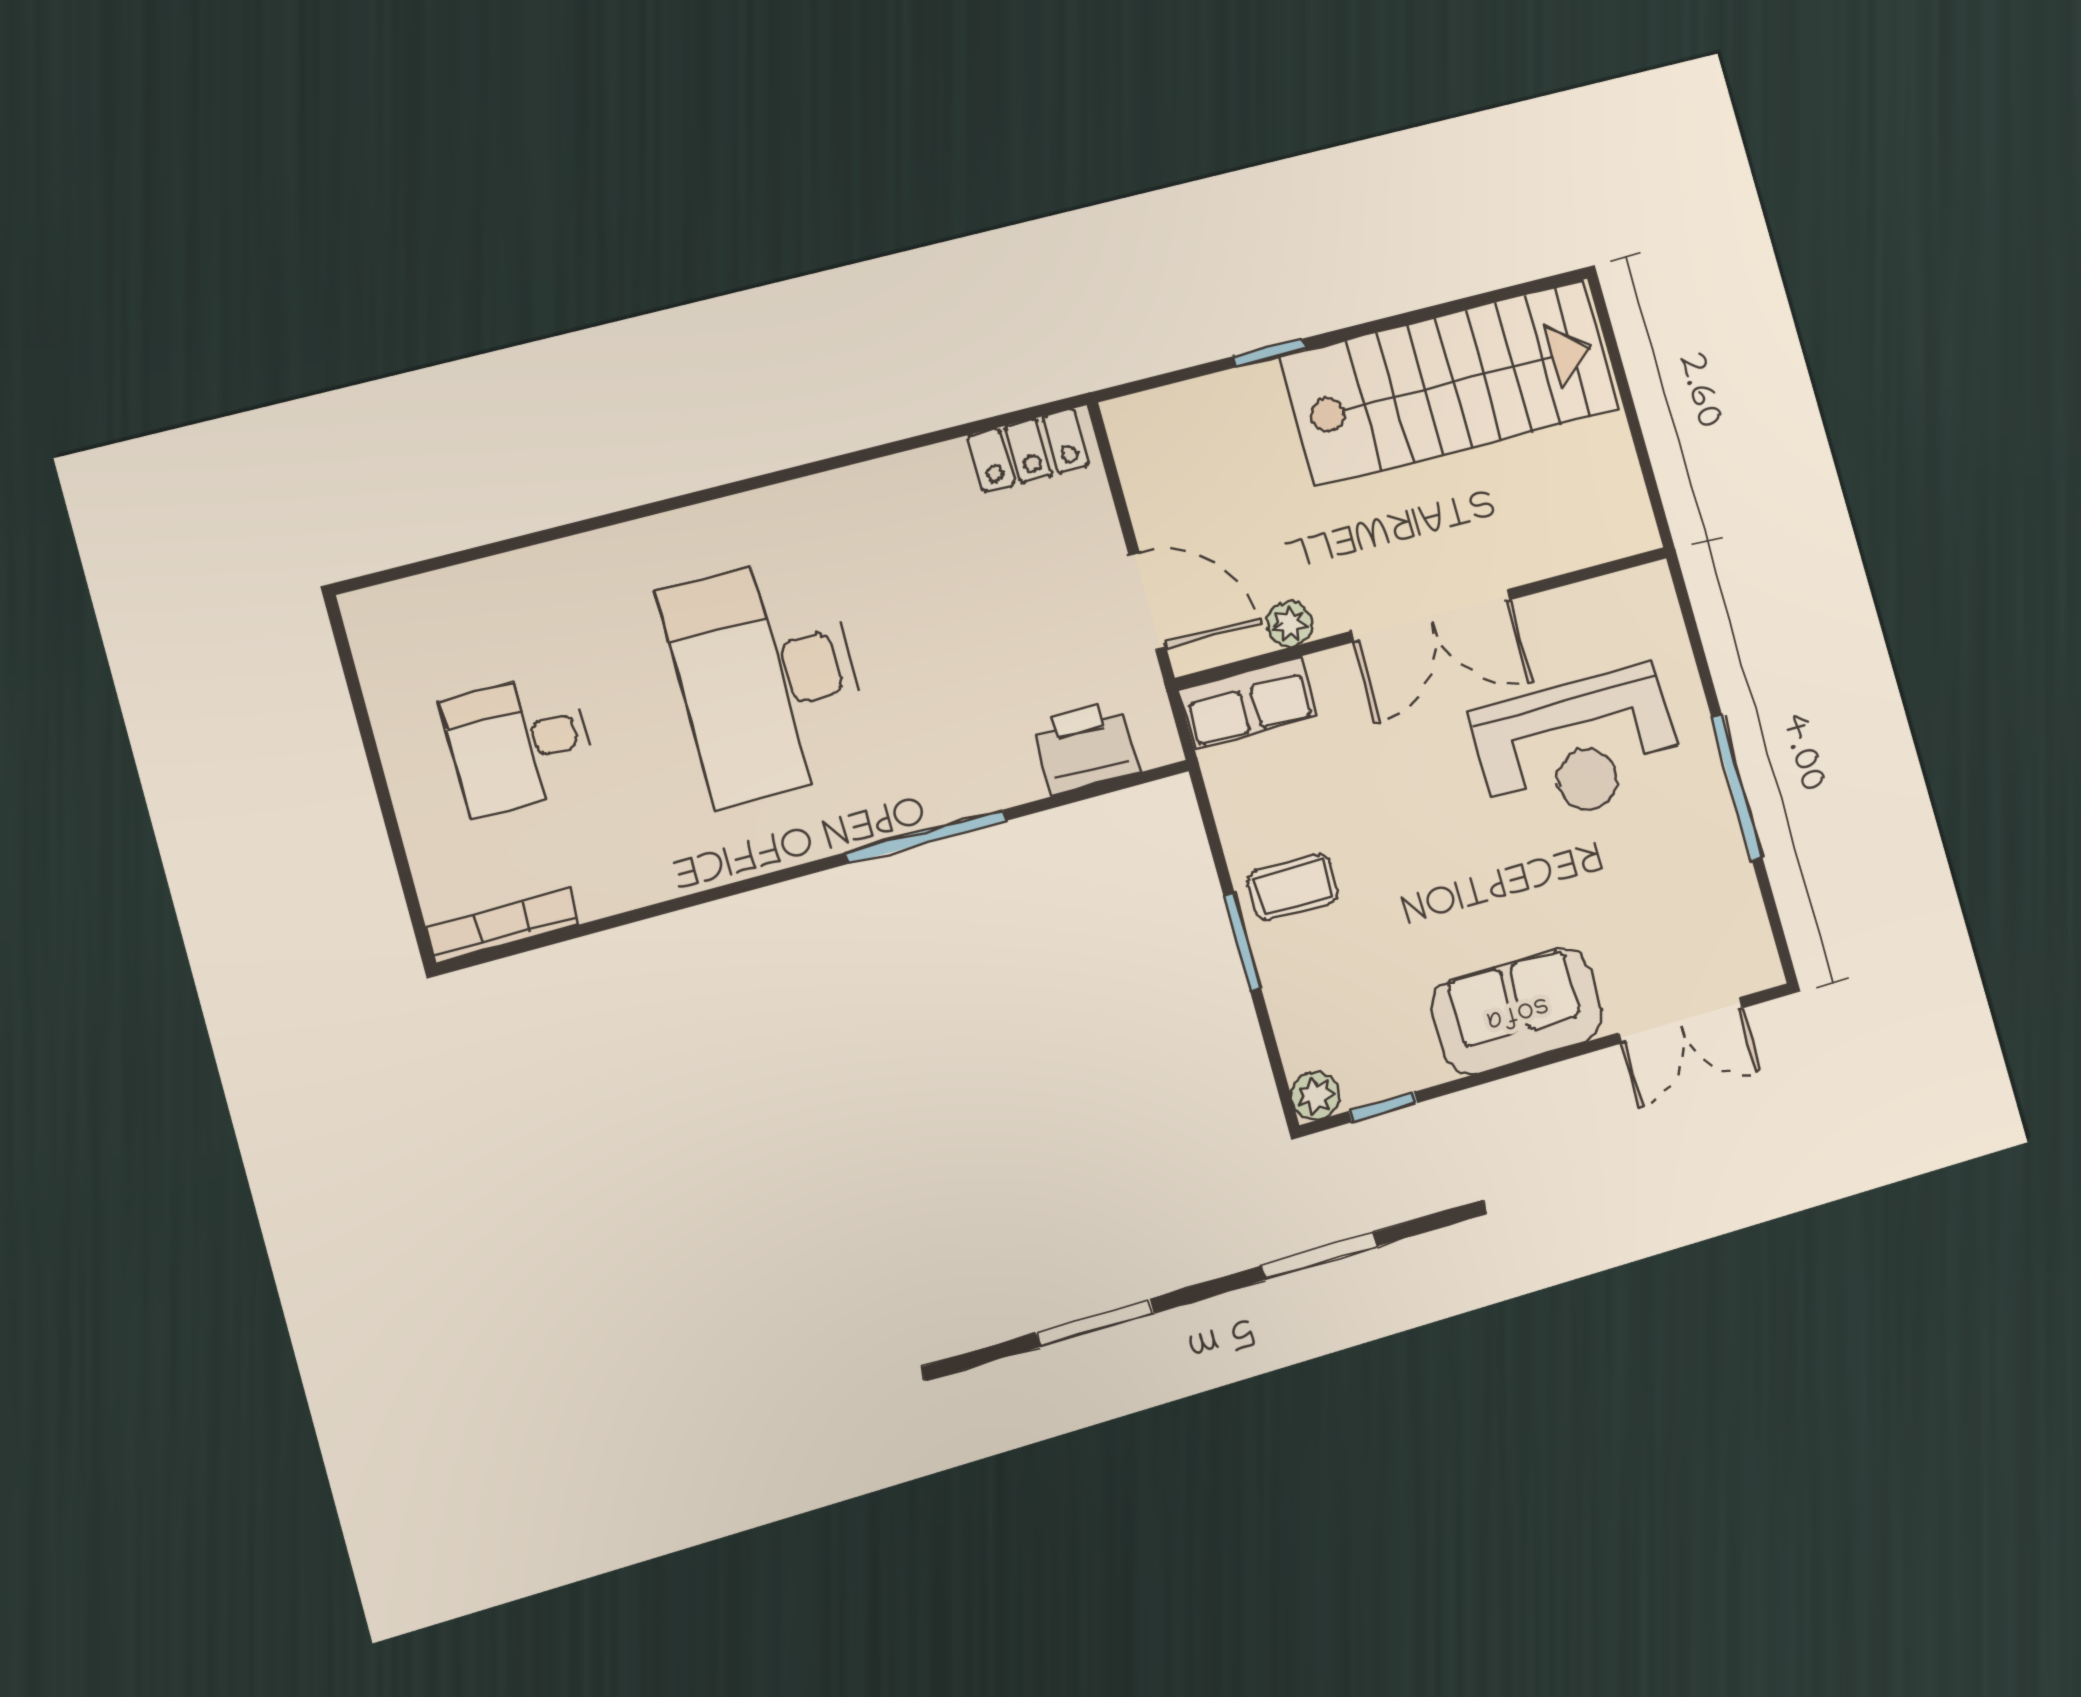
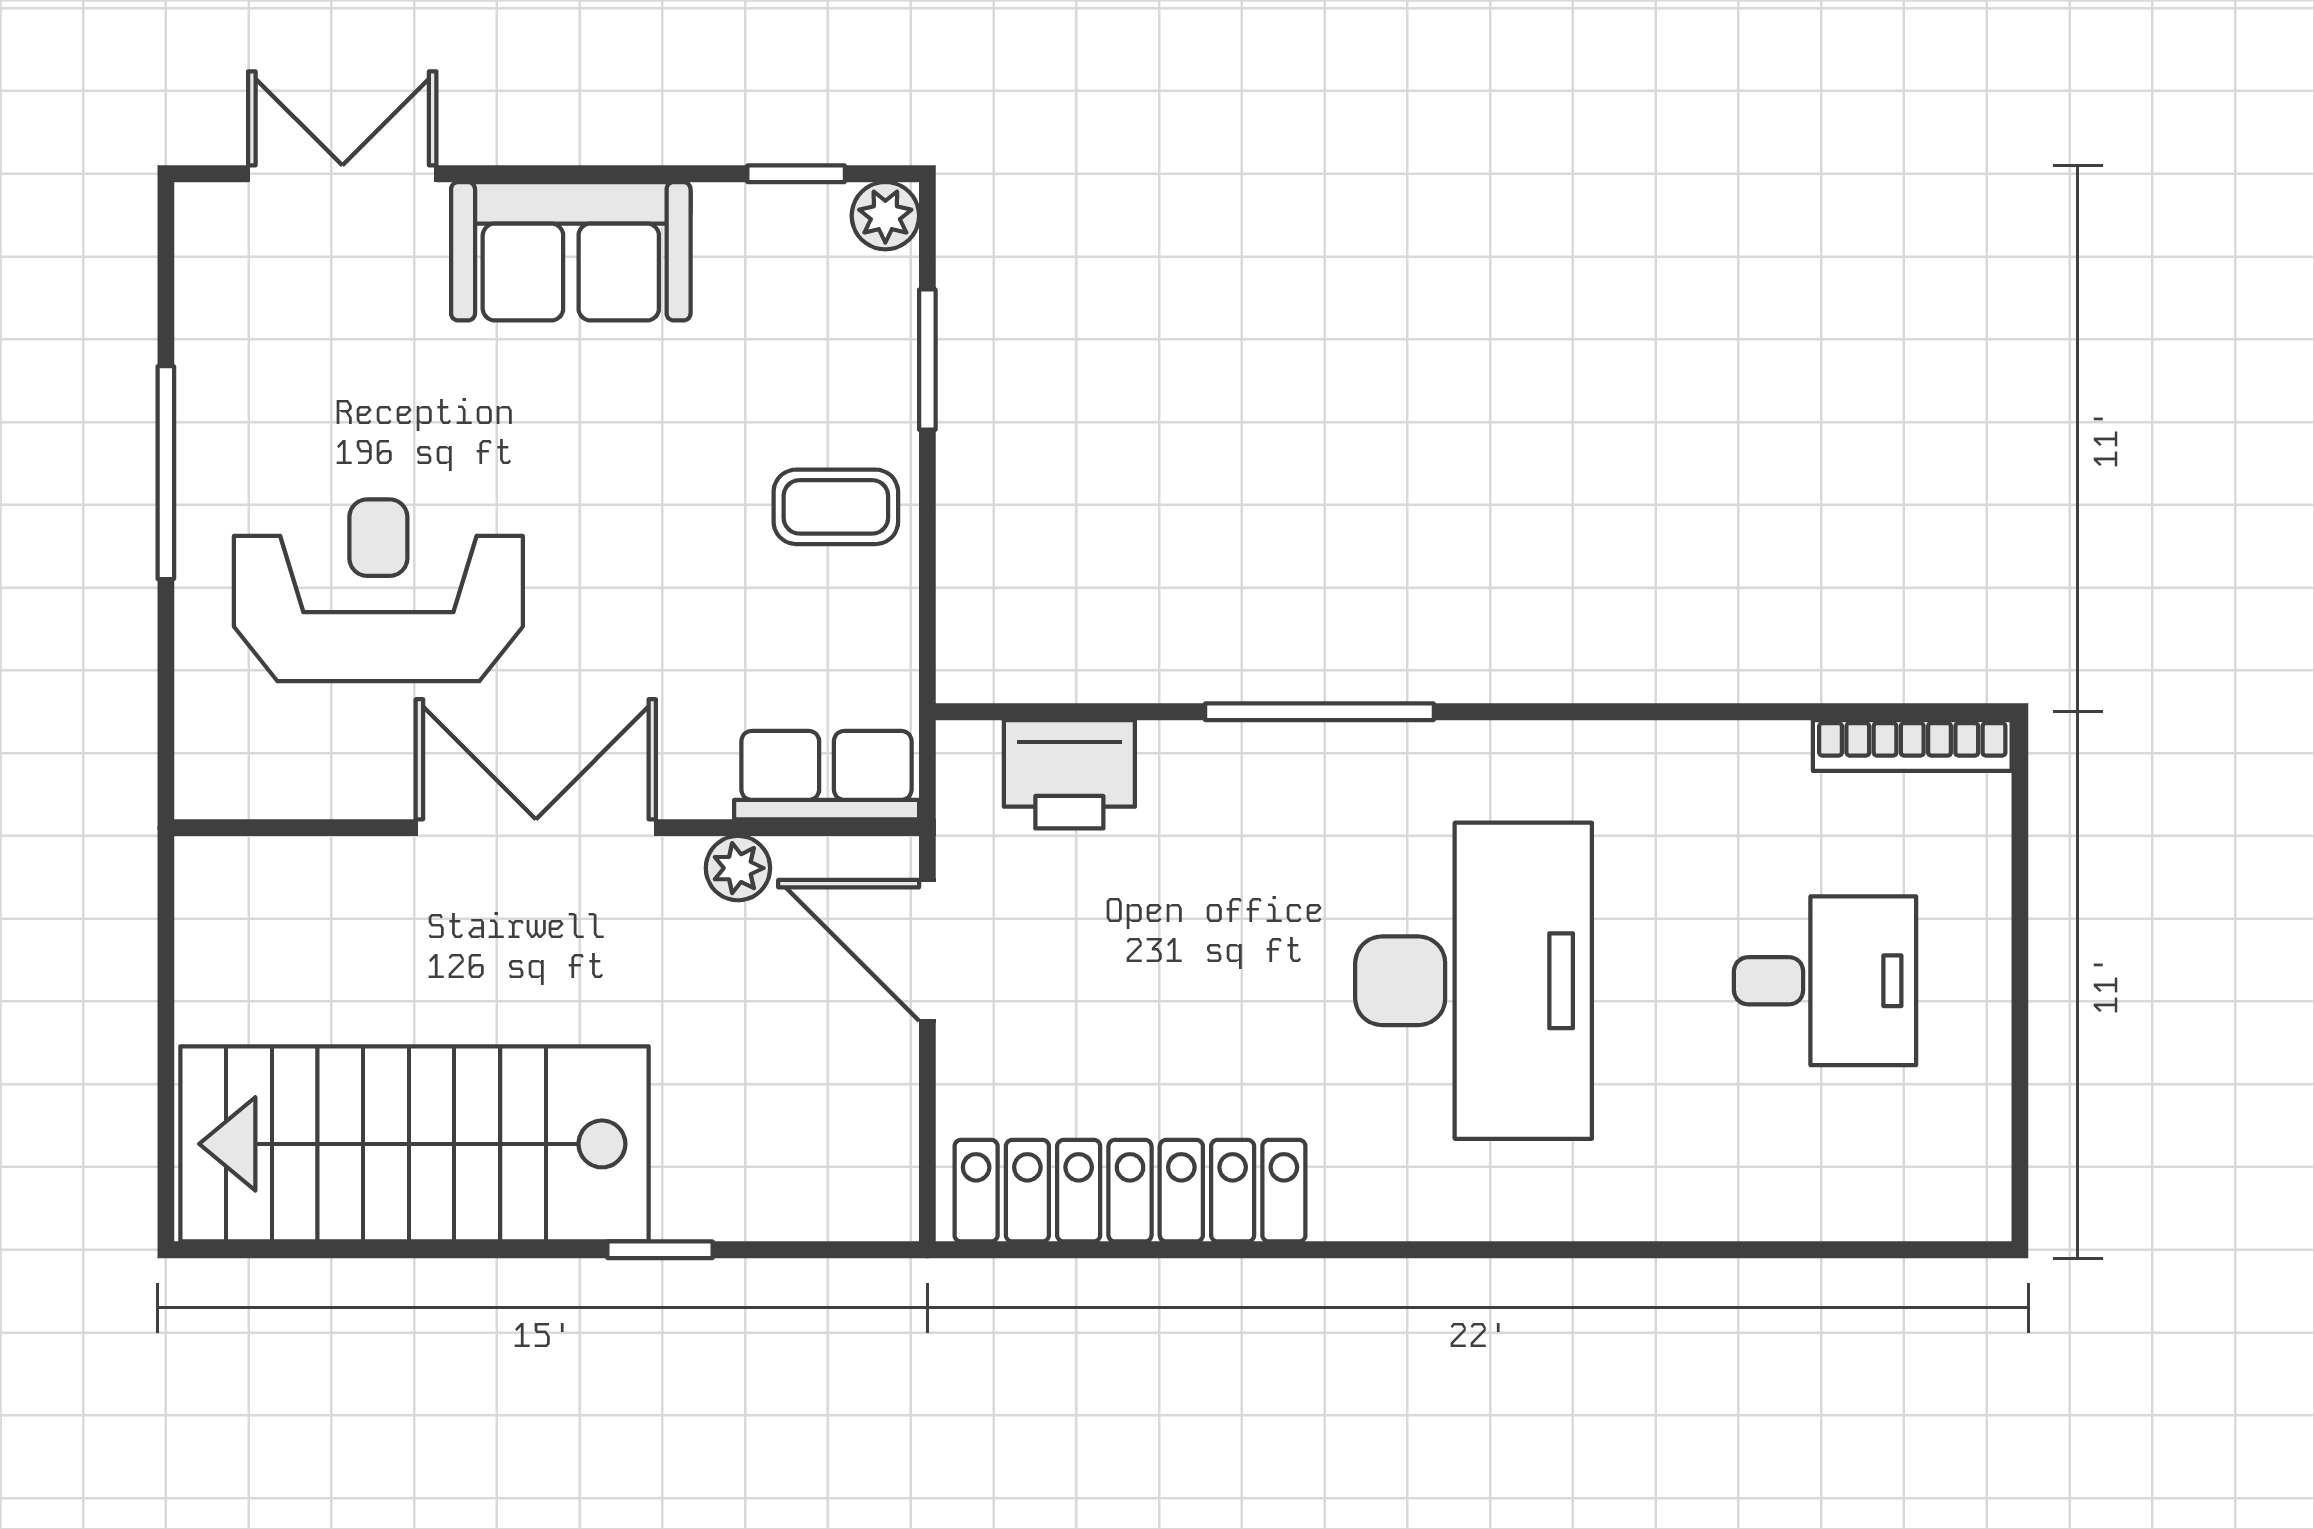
locker: (1029, 451) -> (1130, 1191), width x2.16, depth x1.21
window: (1242, 942) -> (927, 360), moved

